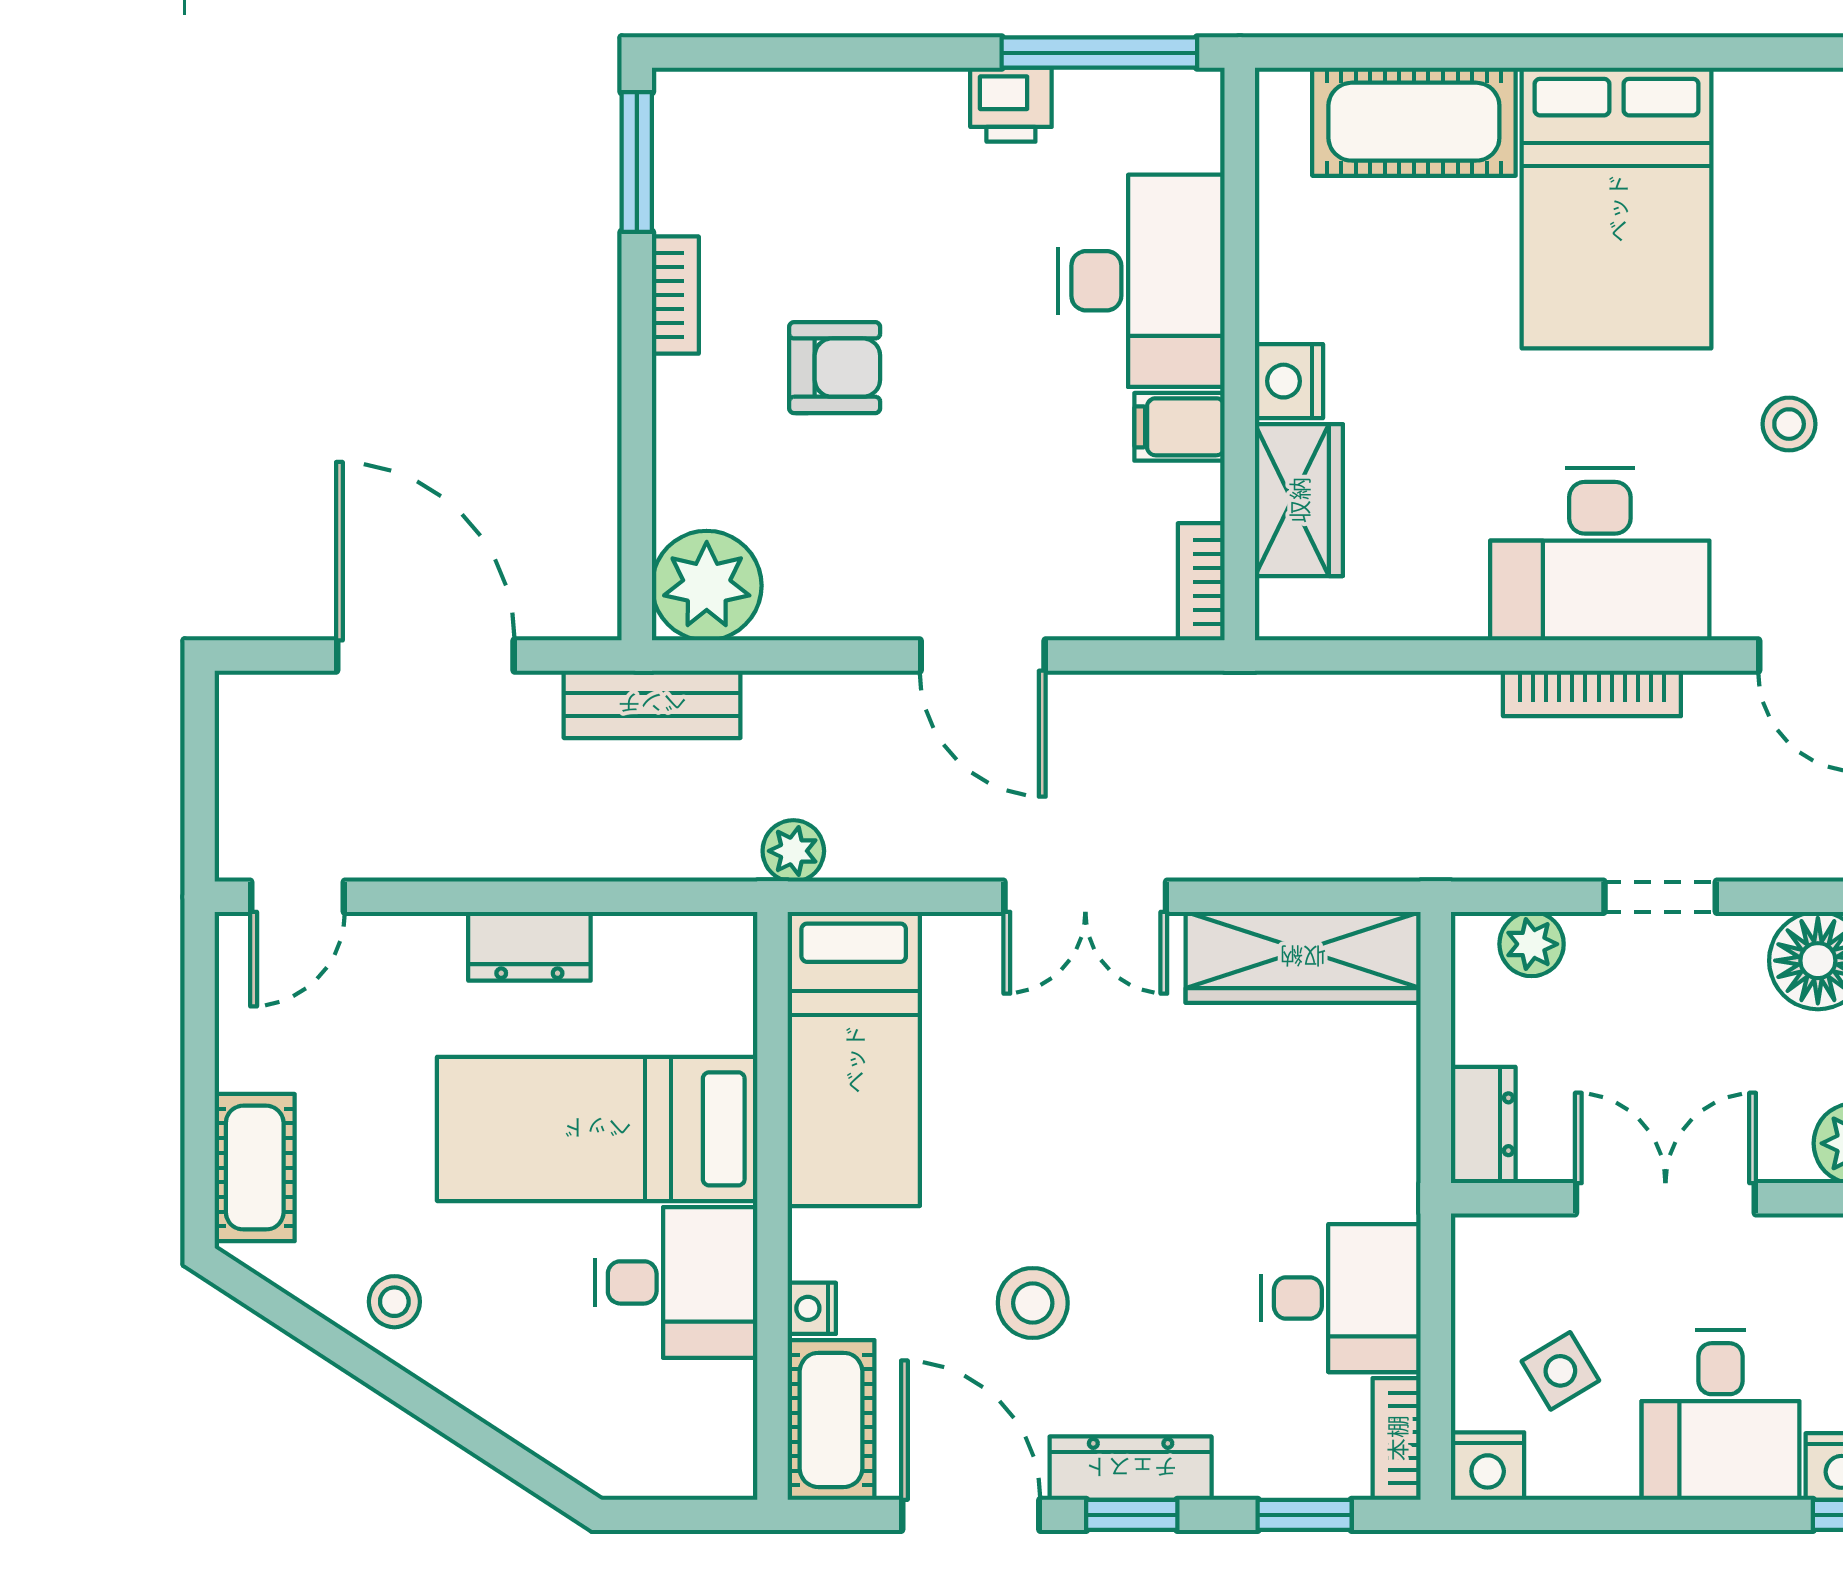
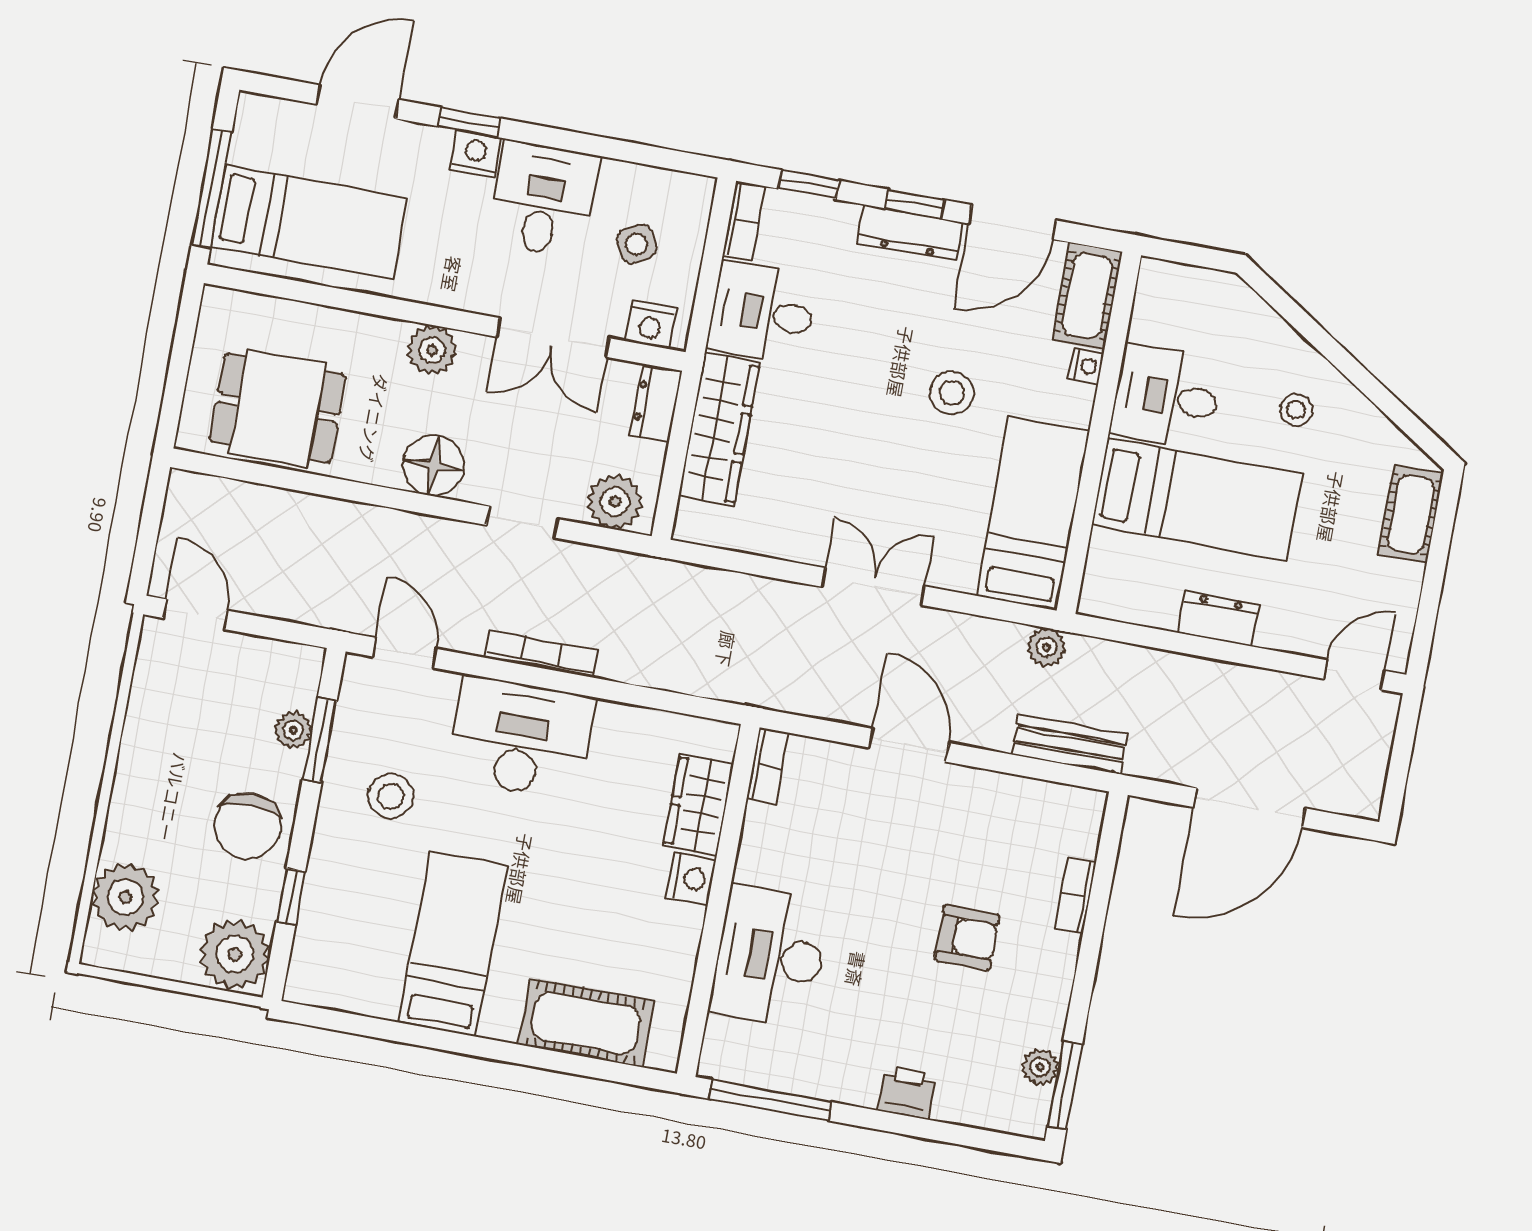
printer: (1011, 105) -> (907, 1092), moved
bed: (1617, 208) -> (453, 944), width x0.67
bookcase: (675, 295) -> (1075, 895), moved
armchair: (835, 368) -> (967, 938), turned 180
stool: (1789, 424) -> (391, 796), width x1.37, depth x1.37
filing cabinet: (1180, 427) -> (763, 863), removed
plant: (707, 586) -> (1040, 1067), moved, width x0.53, depth x0.53
door: (425, 656) -> (1249, 808), hinge flipped
bench: (652, 704) -> (1070, 744), moved
plant: (1532, 944) -> (615, 502), width x1.38, depth x1.38
wardrobe: (1303, 957) -> (719, 430), moved, turned 90
stool: (394, 1302) -> (1296, 410), moved
stool: (1033, 1303) -> (952, 393), moved
nightstand: (1488, 1466) -> (650, 325), moved, turned 180
door: (971, 1515) -> (1012, 222), hinge flipped

